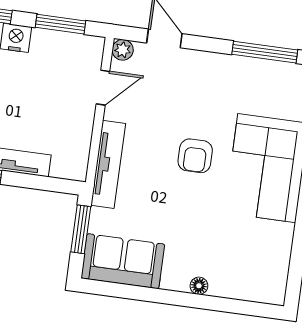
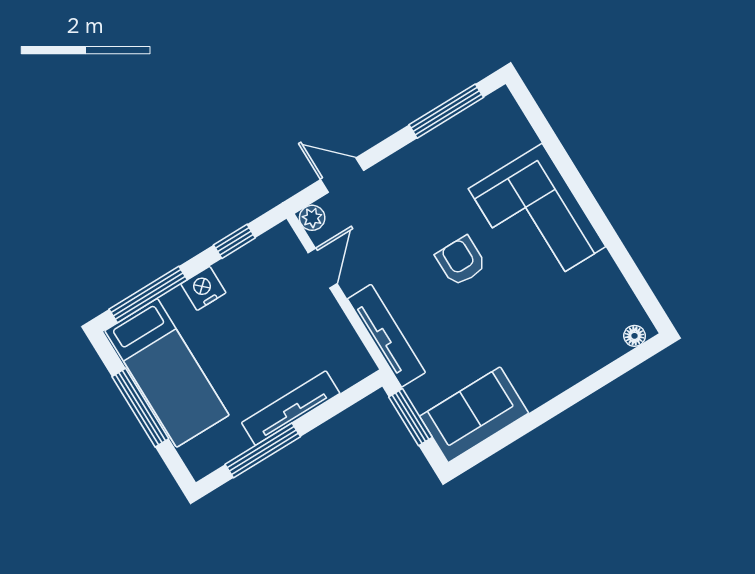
window: (61, 24) -> (234, 241), width x0.67
armchair: (195, 156) -> (461, 261), turned 180
floor lamp: (199, 286) -> (635, 336), moved

